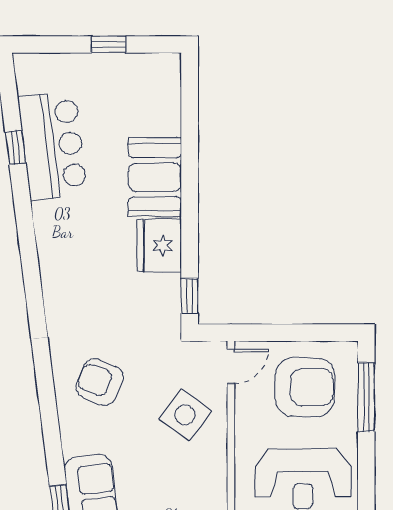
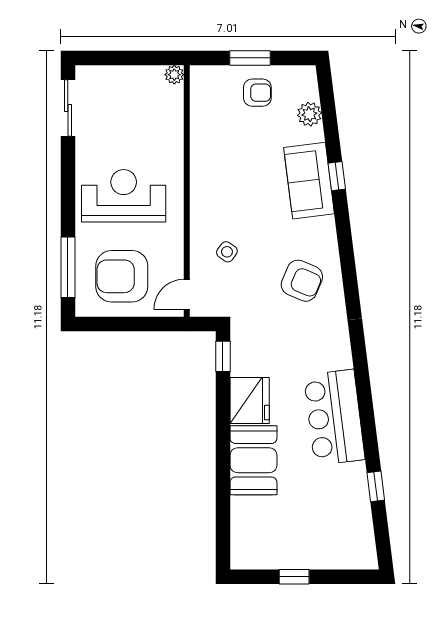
bar counter: (53, 145) -> (334, 417), moved
side table: (185, 415) -> (227, 252), width x0.54, depth x0.54

